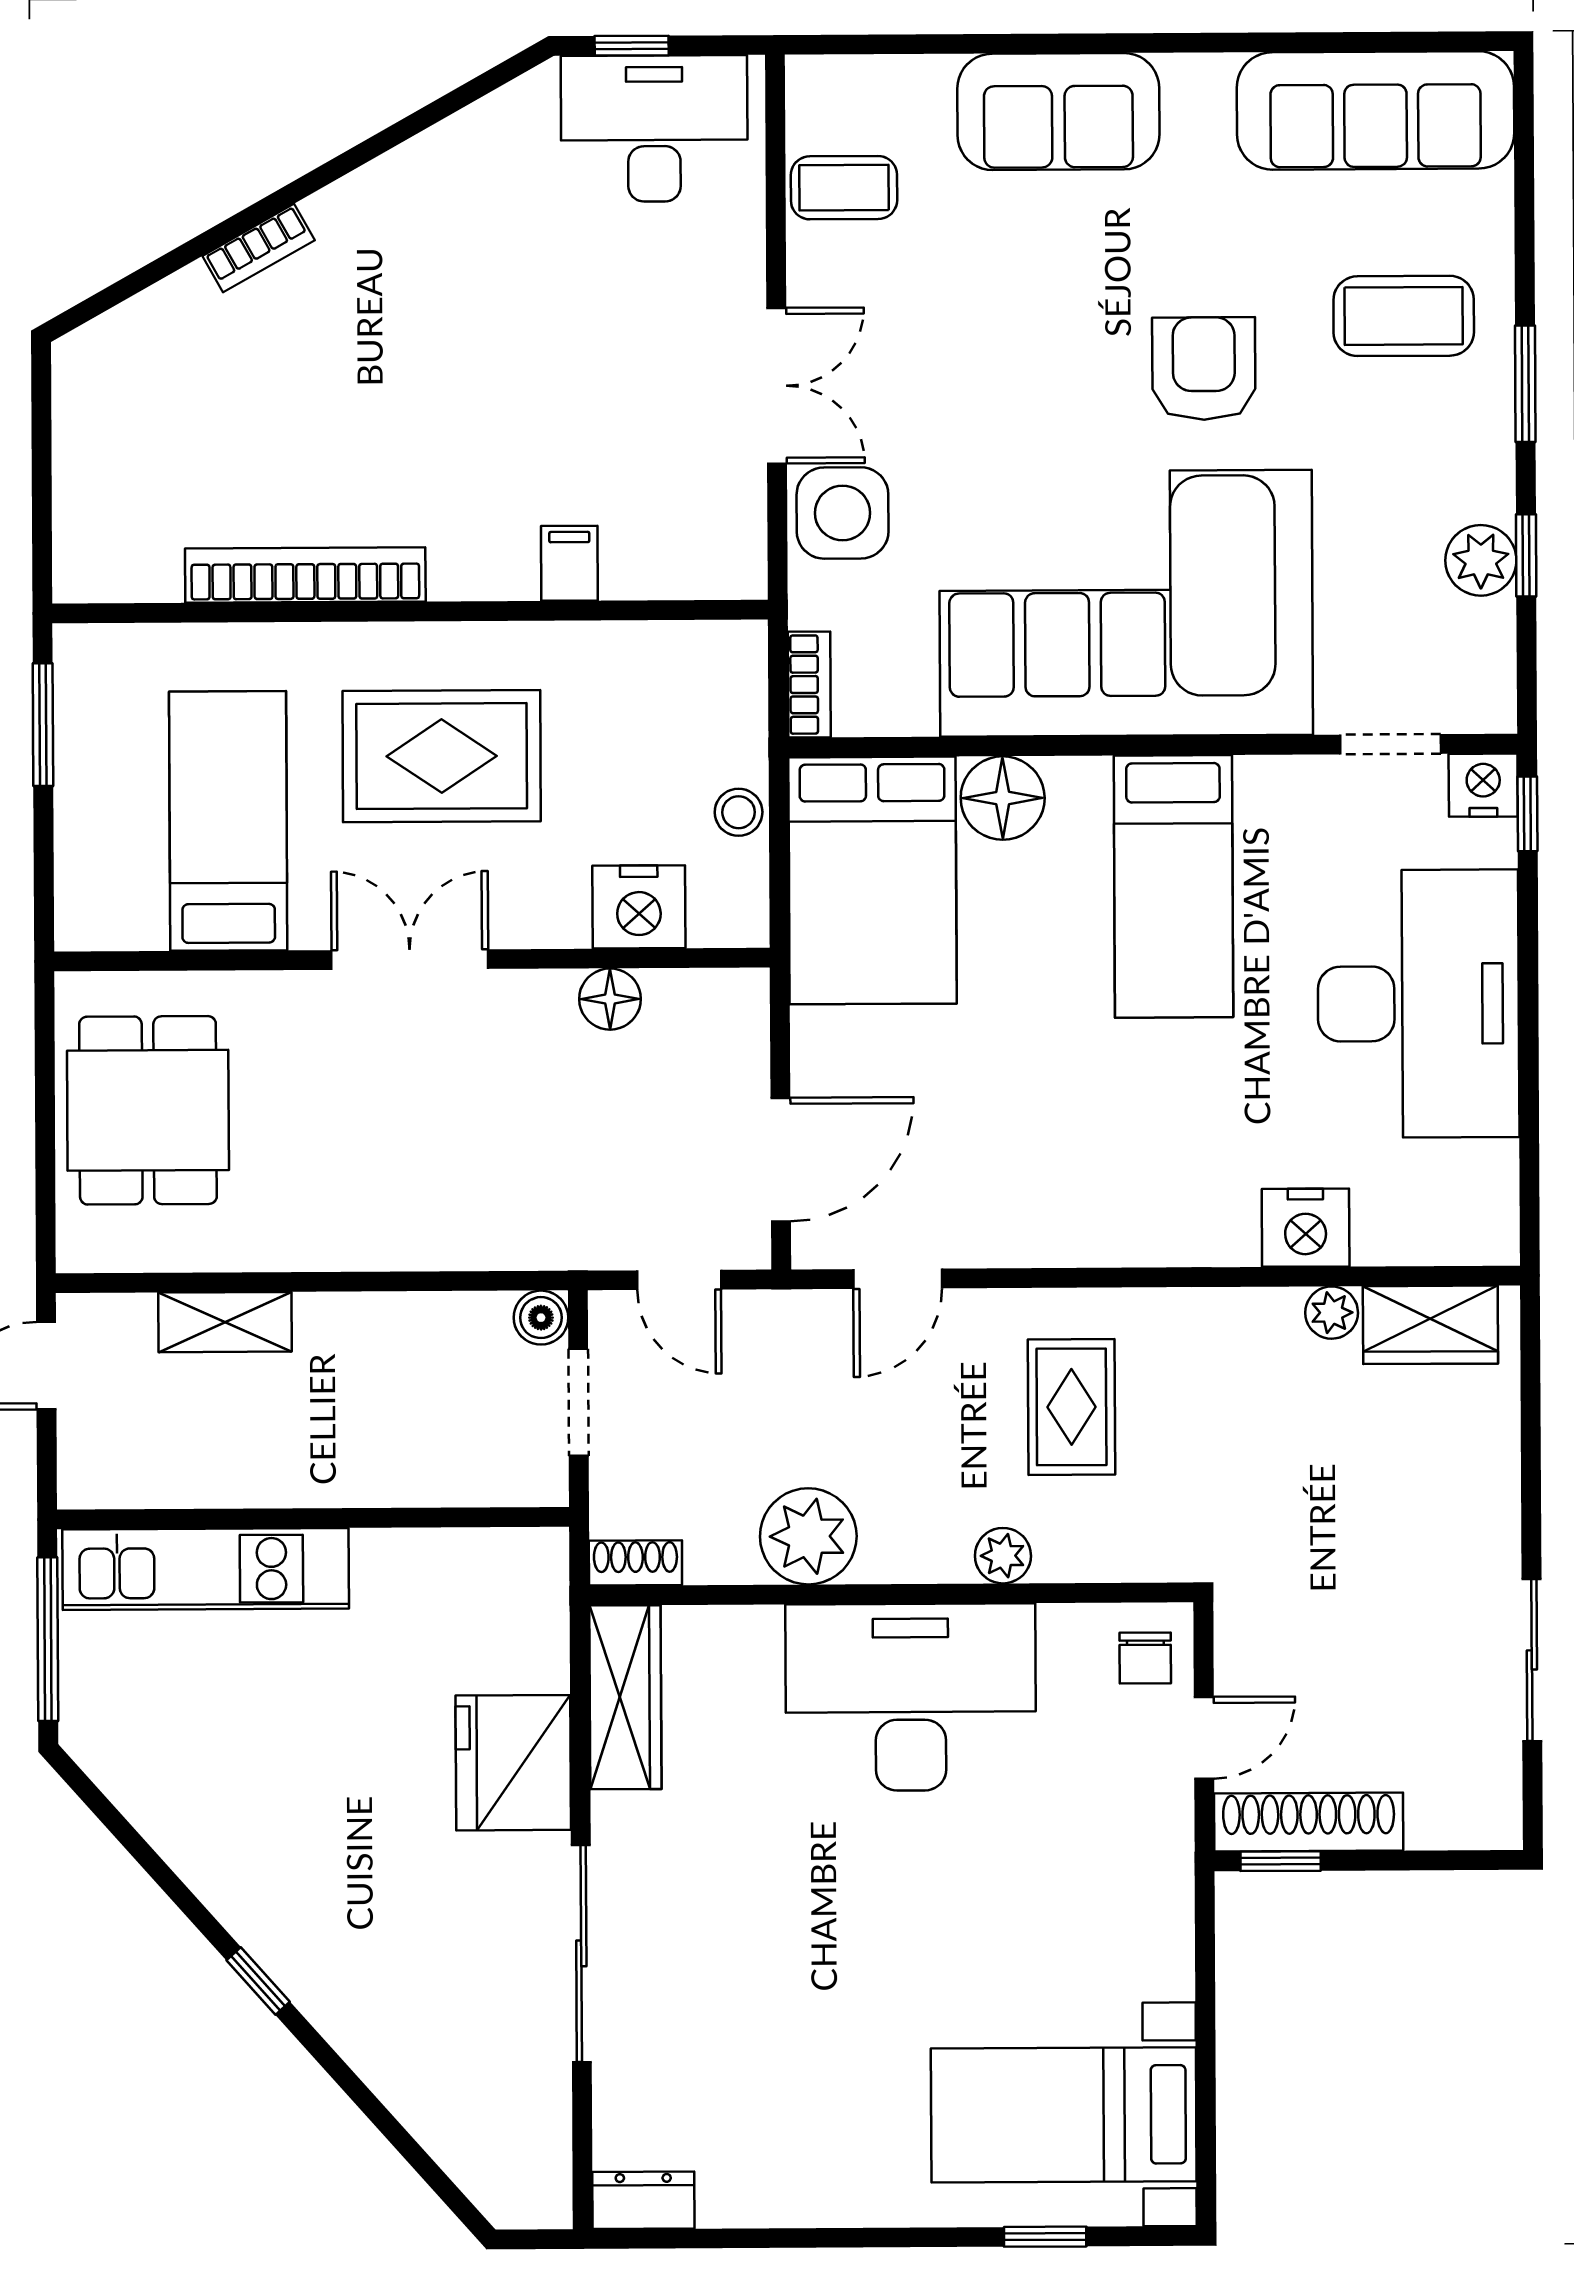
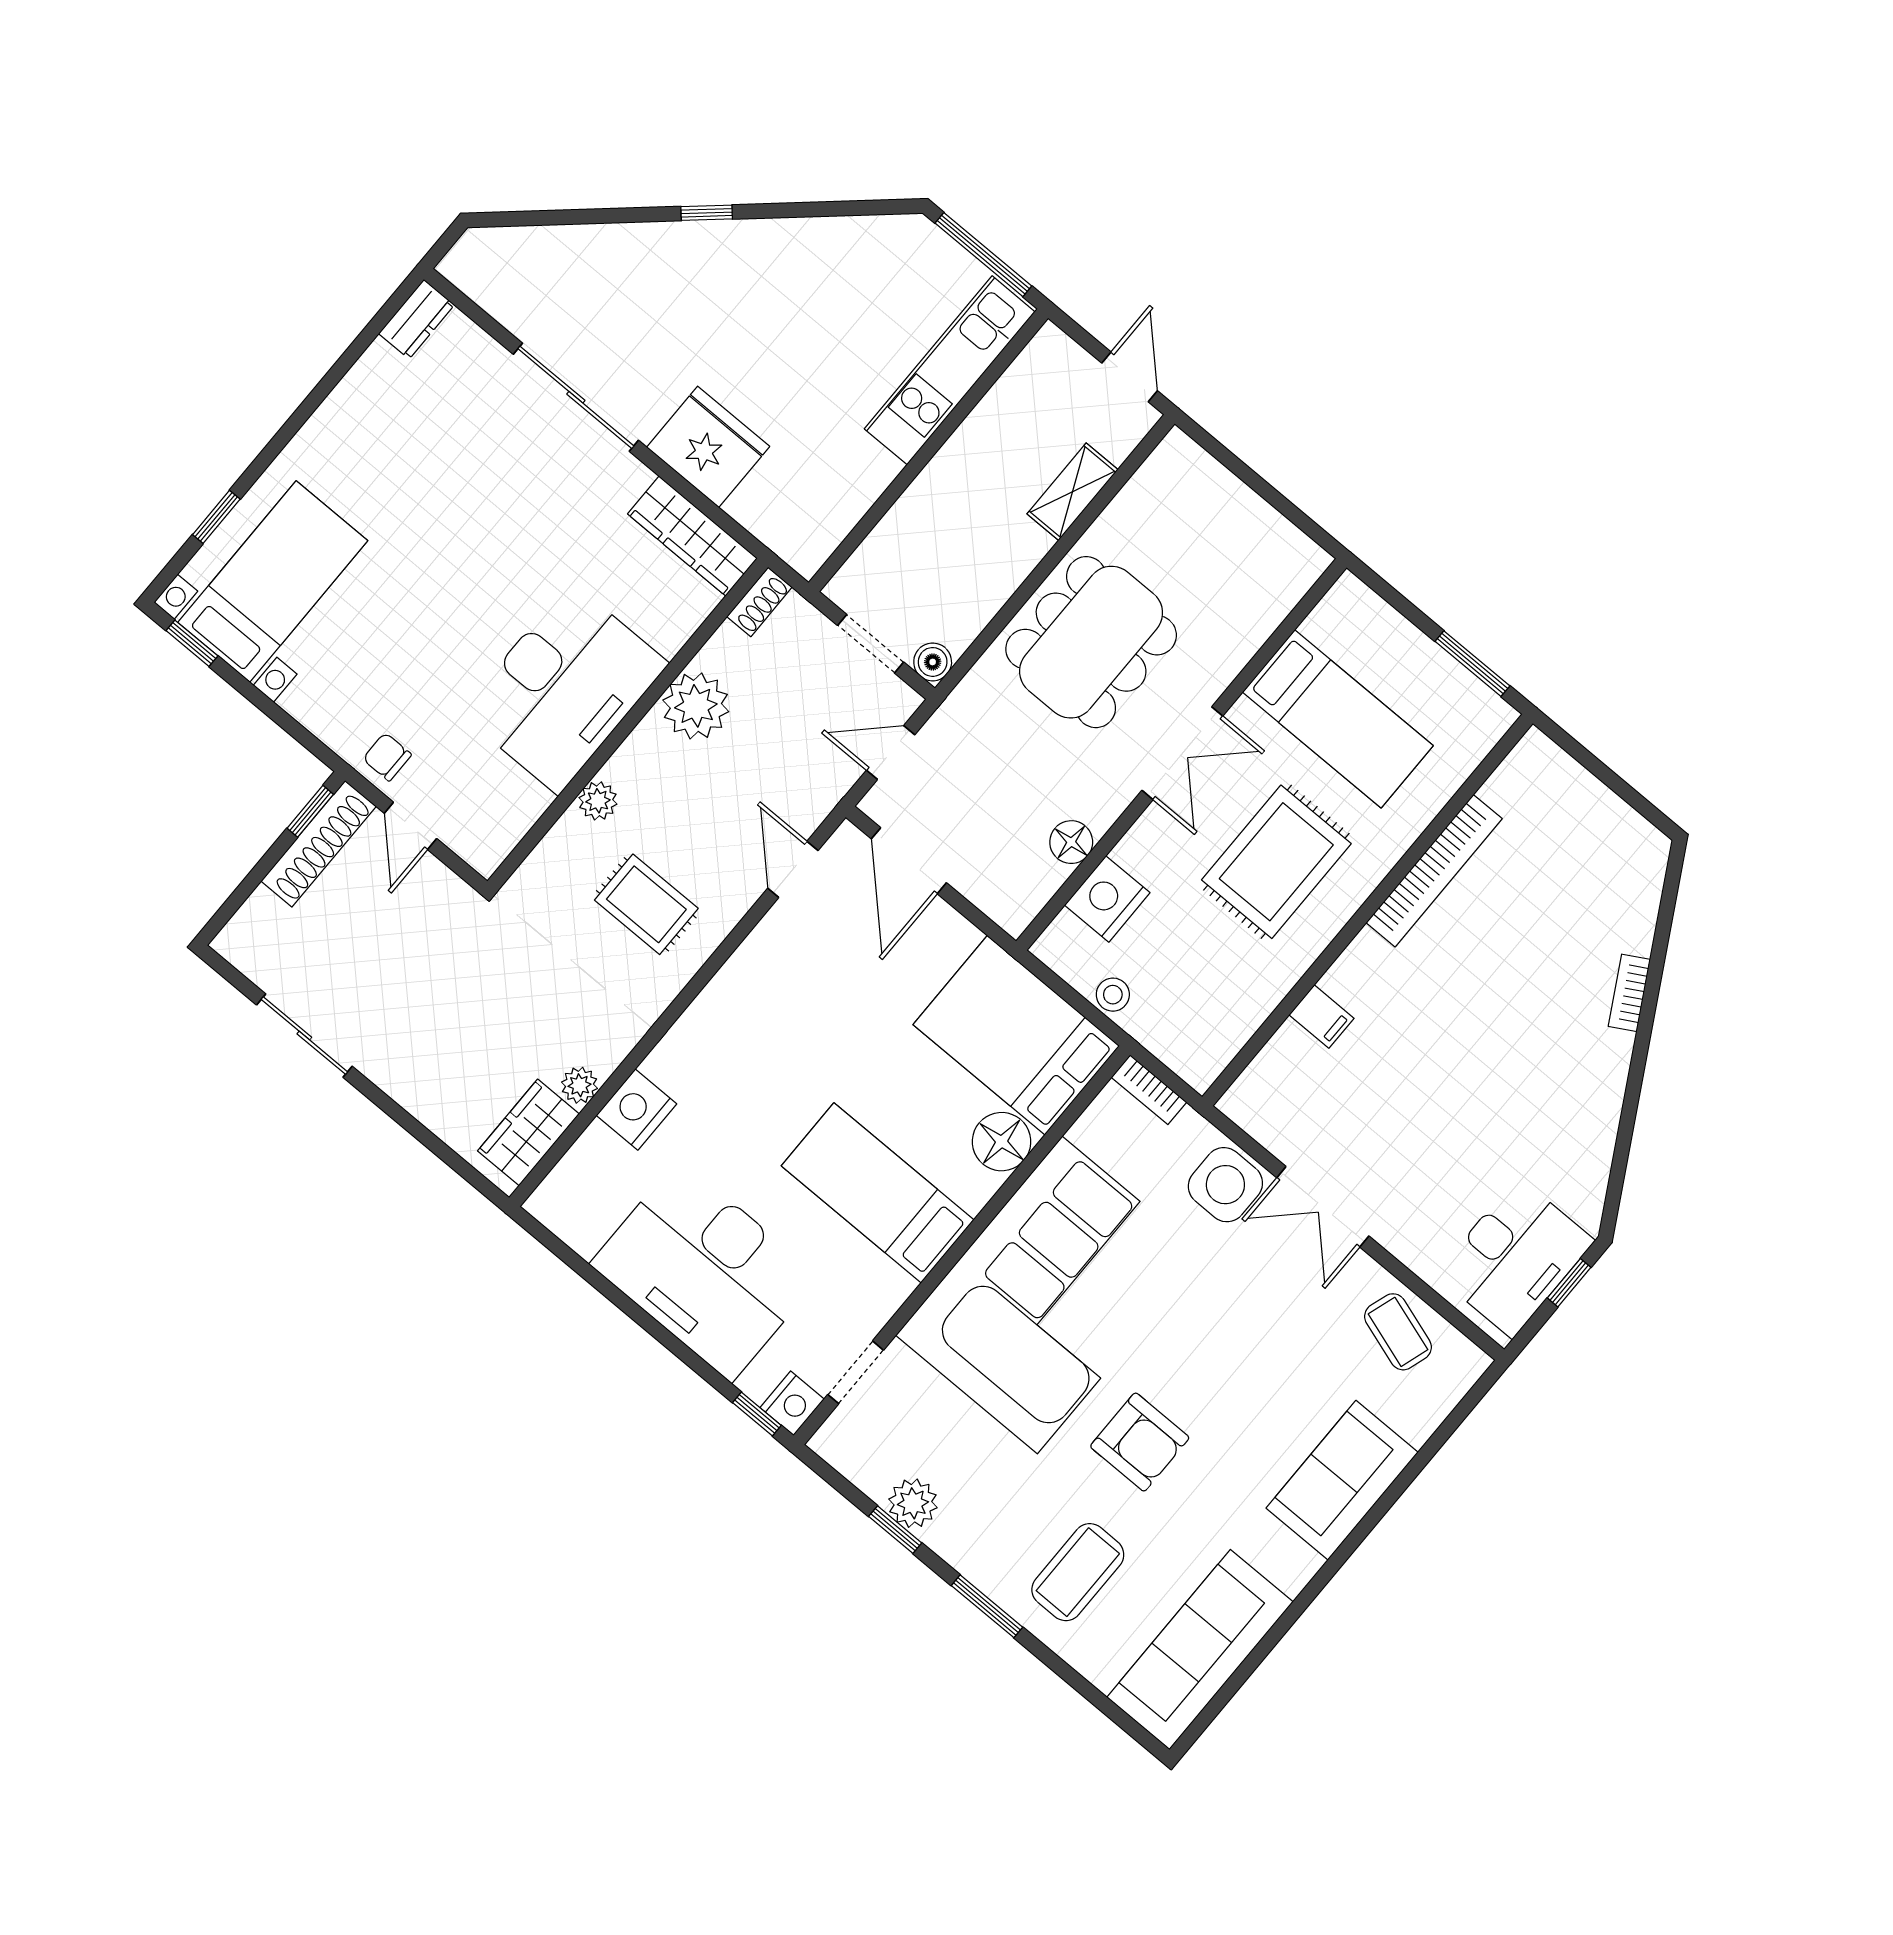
coffee table: (844, 188) -> (1398, 1332), turned -72
dining table: (148, 1110) -> (1091, 642), moved, width x1.38
chair: (1145, 1658) -> (387, 757), moved
window: (1206, 2146) -> (192, 643), added

